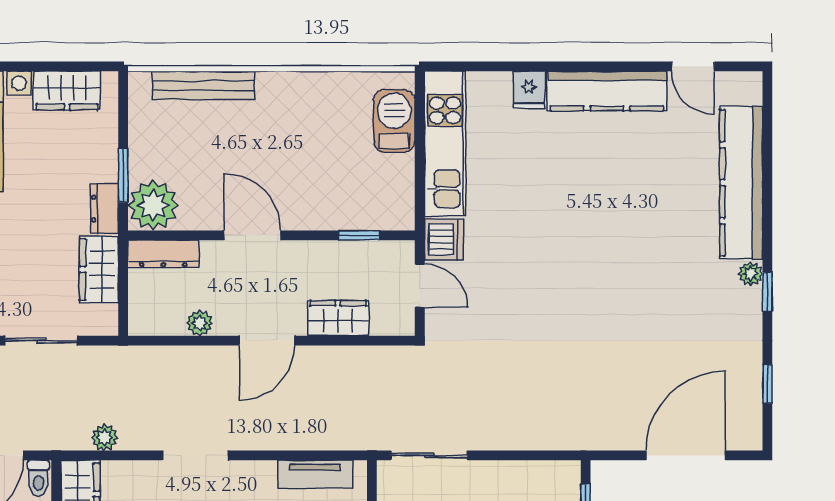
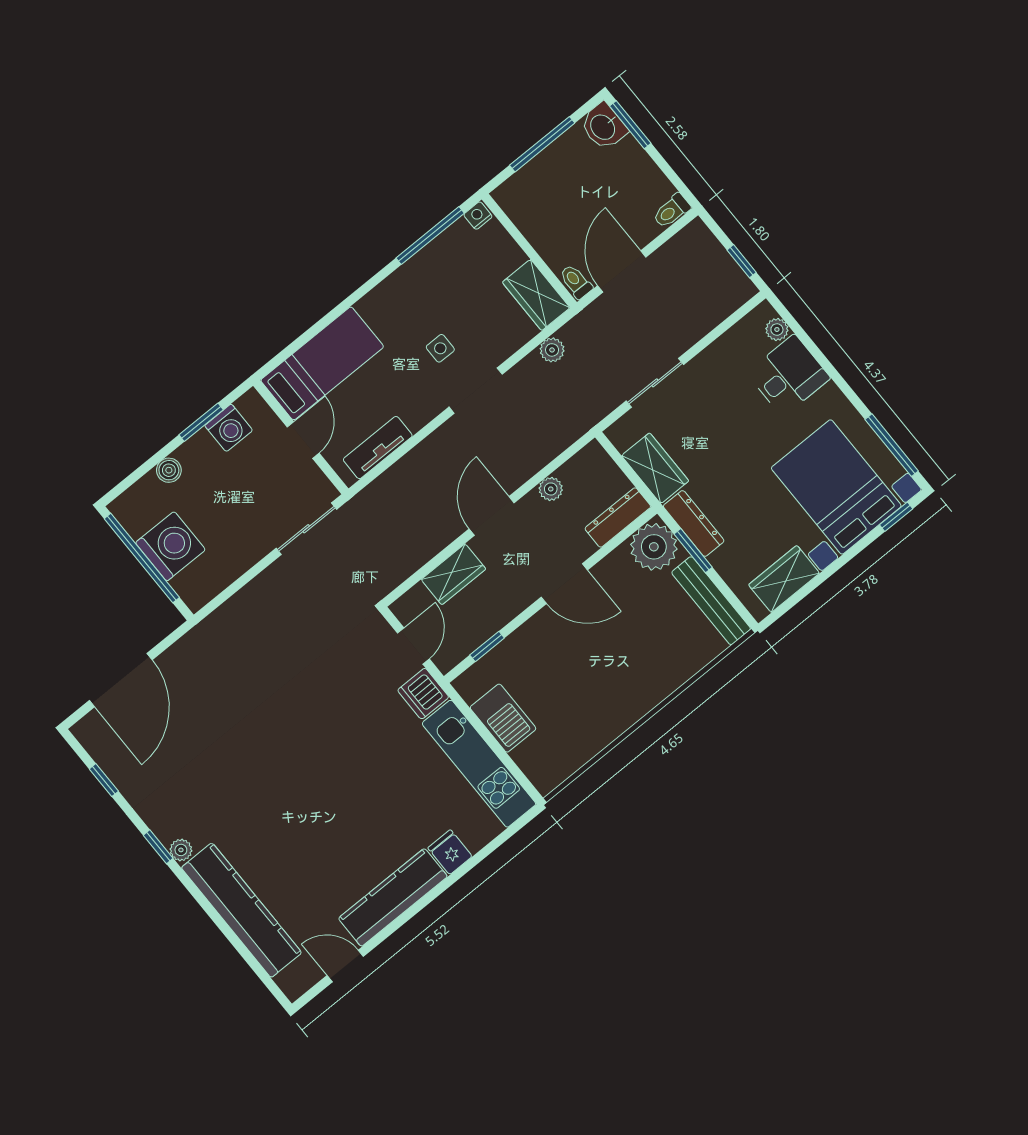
bench: (204, 85) -> (711, 601), moved, turned 90
barbecue: (394, 121) -> (503, 718), moved
dresser: (104, 209) -> (694, 523), width x1.44
door: (420, 286) -> (413, 646), swing flipped

